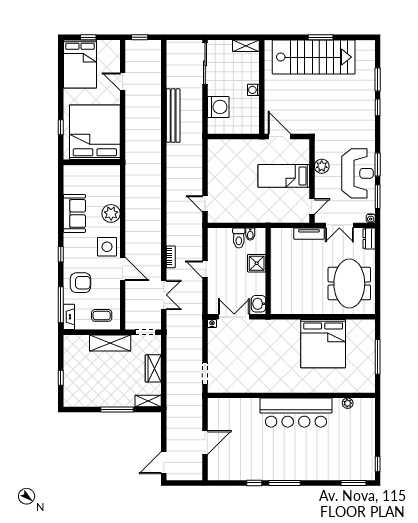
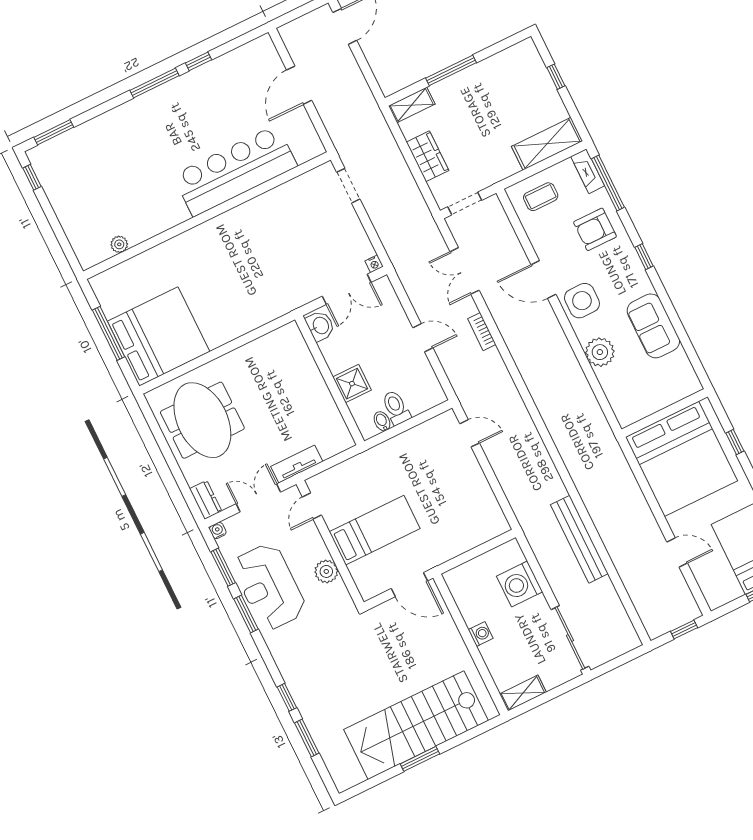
shelving: (110, 343) -> (547, 144), moved
bed: (323, 344) -> (159, 336), moved, turned 90
bar counter: (296, 413) -> (235, 171), moved

